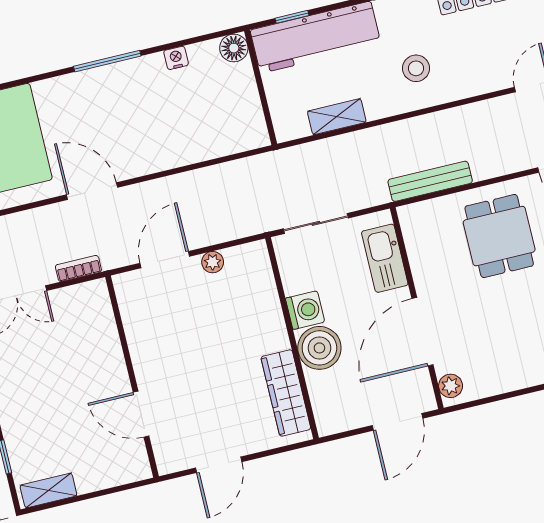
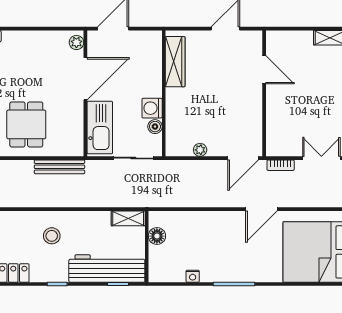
floor lamp: (234, 48) -> (157, 236), moved
shelving: (337, 117) -> (128, 218), moved
door: (92, 191) -> (261, 209), hinge flipped
kitchen sink: (385, 258) -> (100, 128), width x1.36, depth x1.24
door: (165, 260) -> (243, 158), moved
boiler: (319, 348) -> (155, 127), moved, width x0.54, depth x0.54

